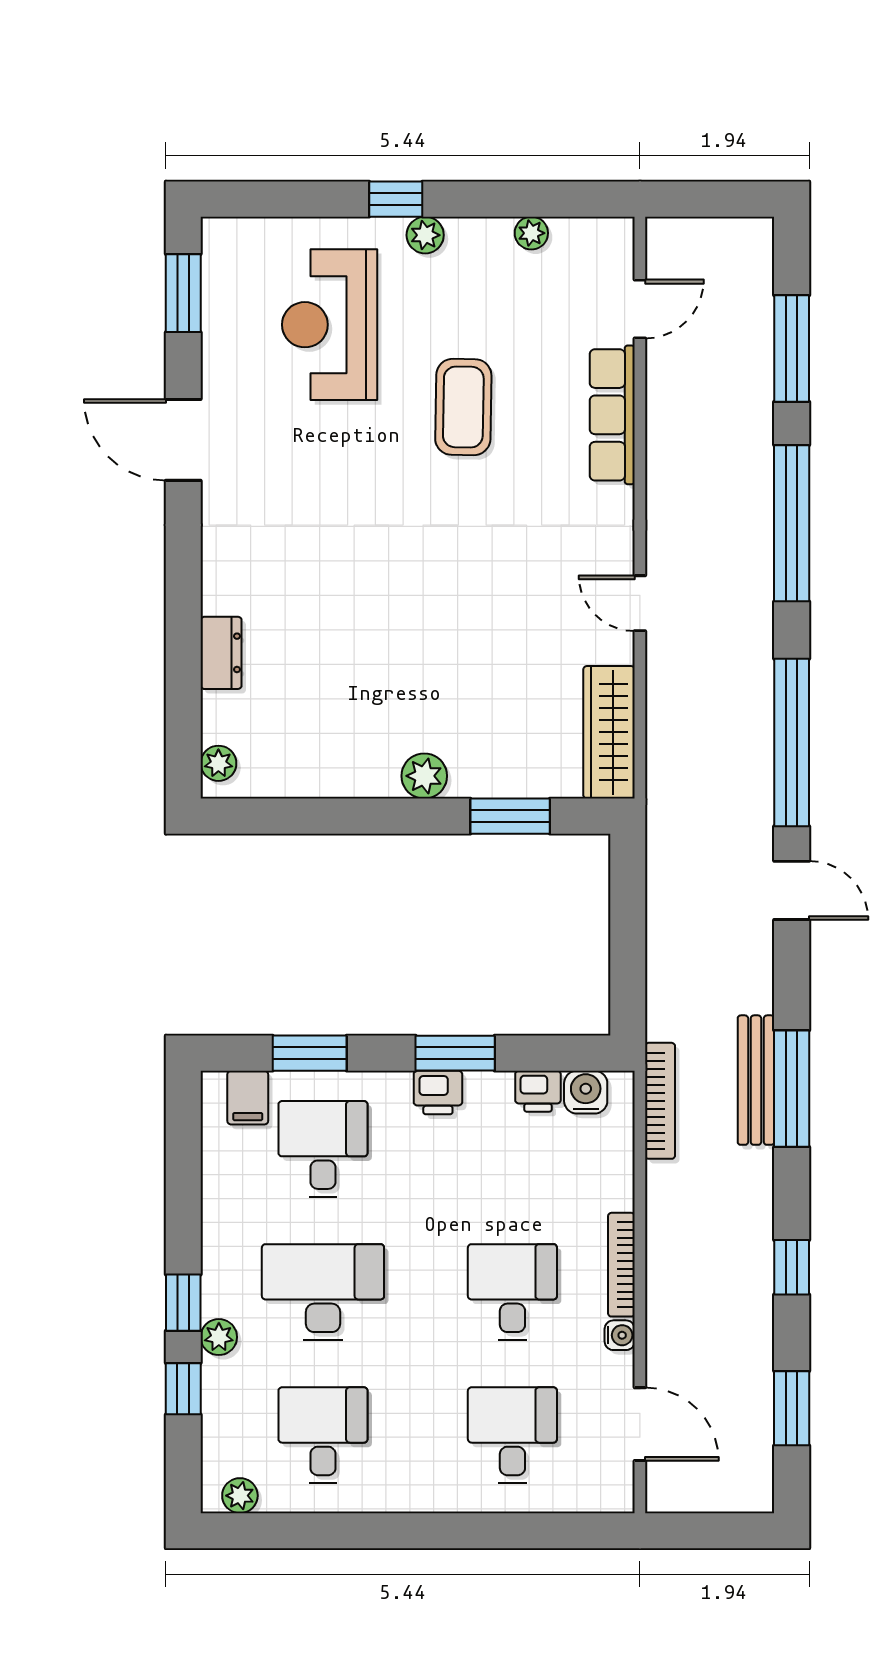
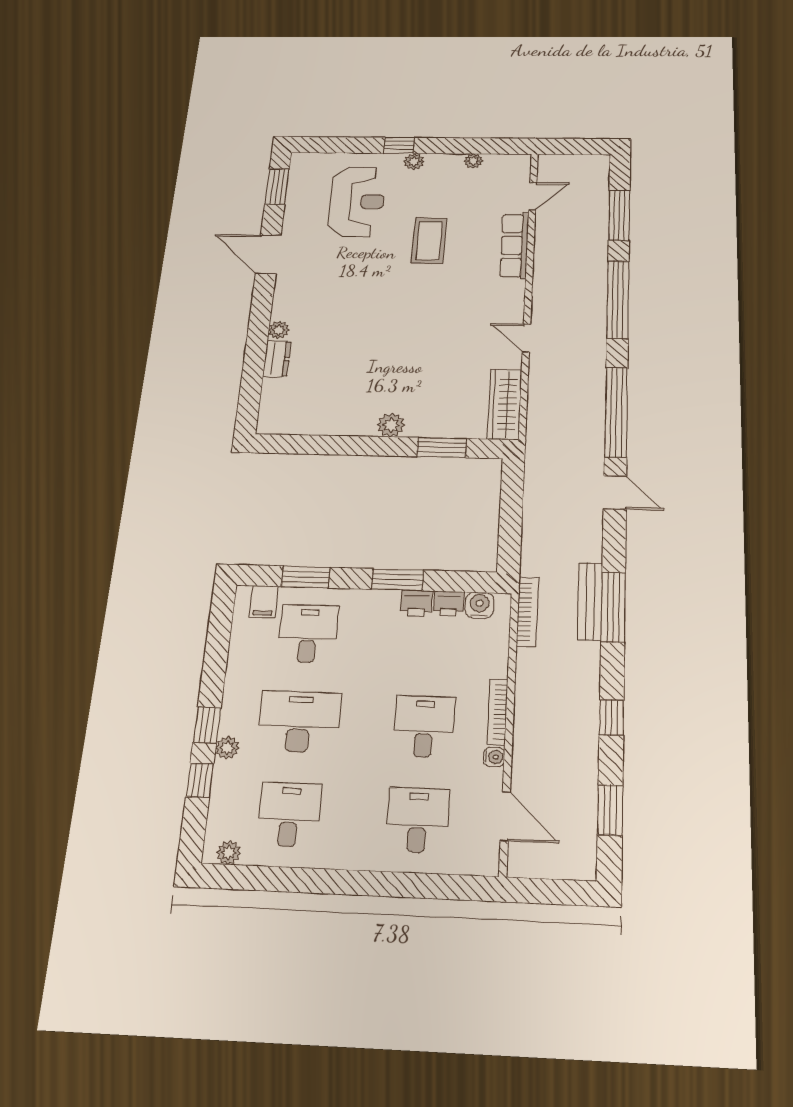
reception desk: (330, 325) -> (357, 202), turned 180
plant: (218, 763) -> (279, 330), moved
printer: (438, 1093) -> (417, 603), moved

